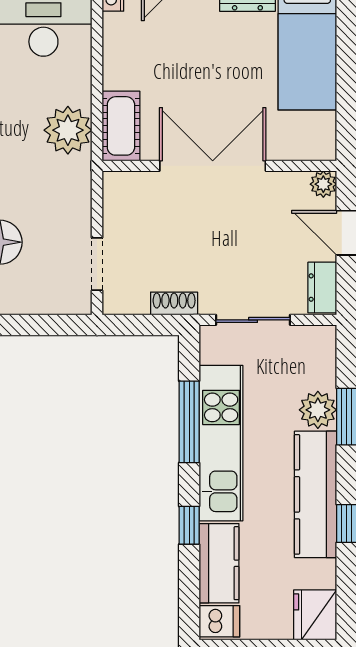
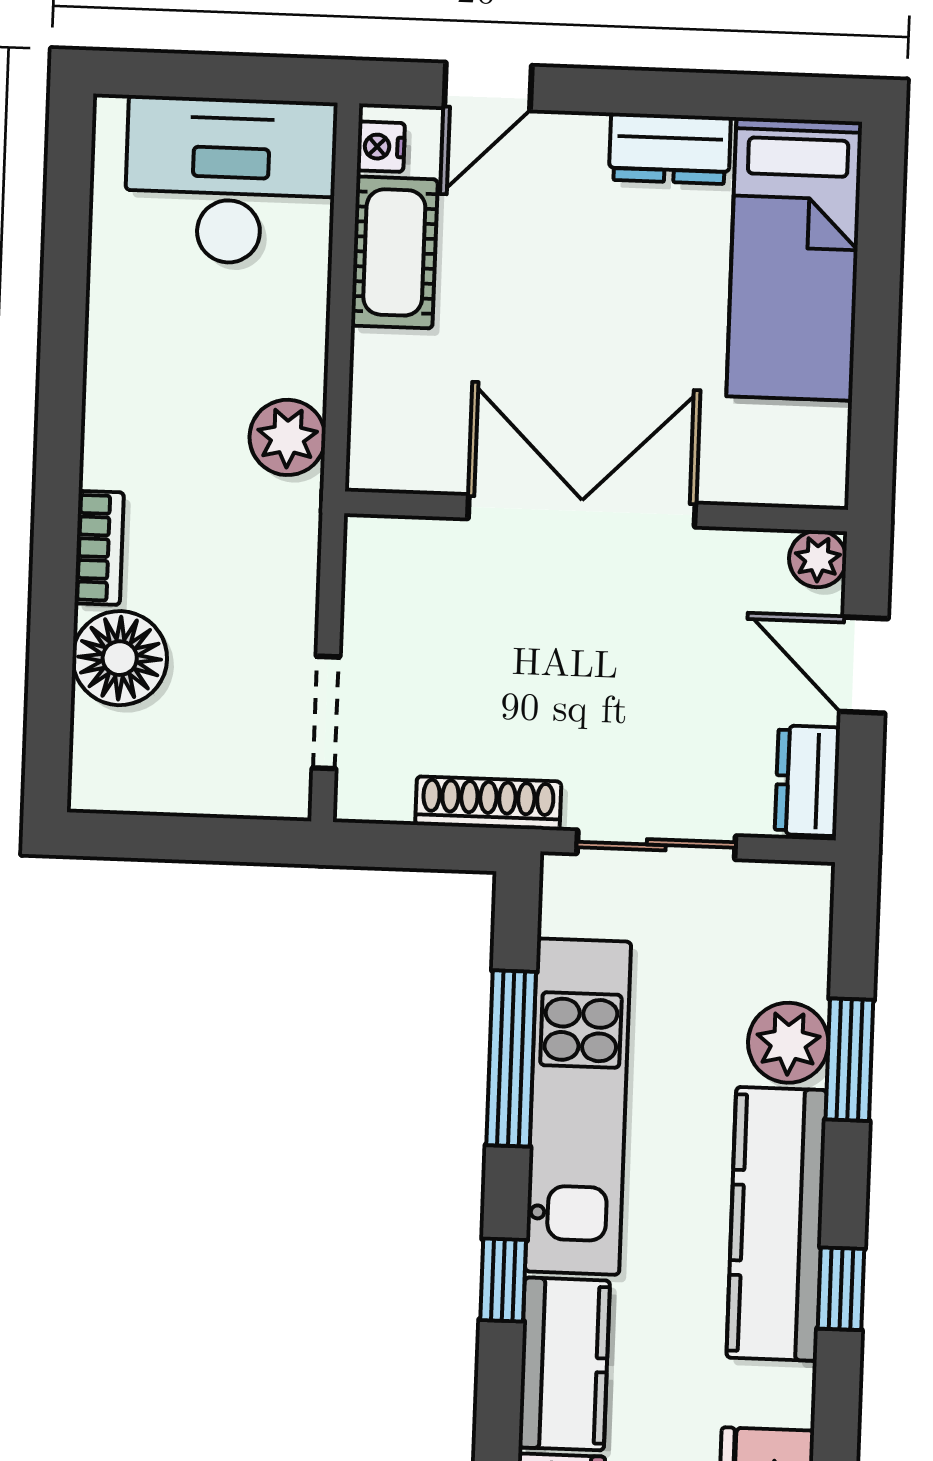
cot: (121, 126) -> (394, 252), moved
plant: (68, 130) -> (287, 437), width x0.73, depth x0.73
shoe rack: (174, 303) -> (488, 803), width x1.43

